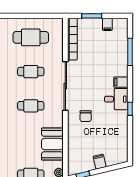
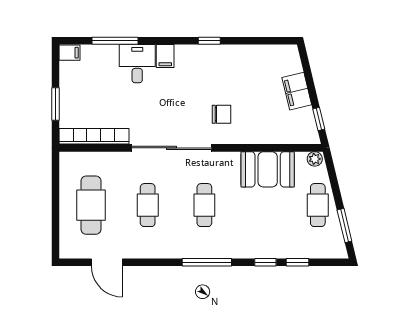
filing cabinet: (107, 24) -> (69, 53), moved
desk: (116, 99) -> (137, 64), moved
filing cabinet: (100, 162) -> (297, 91), width x2.00

